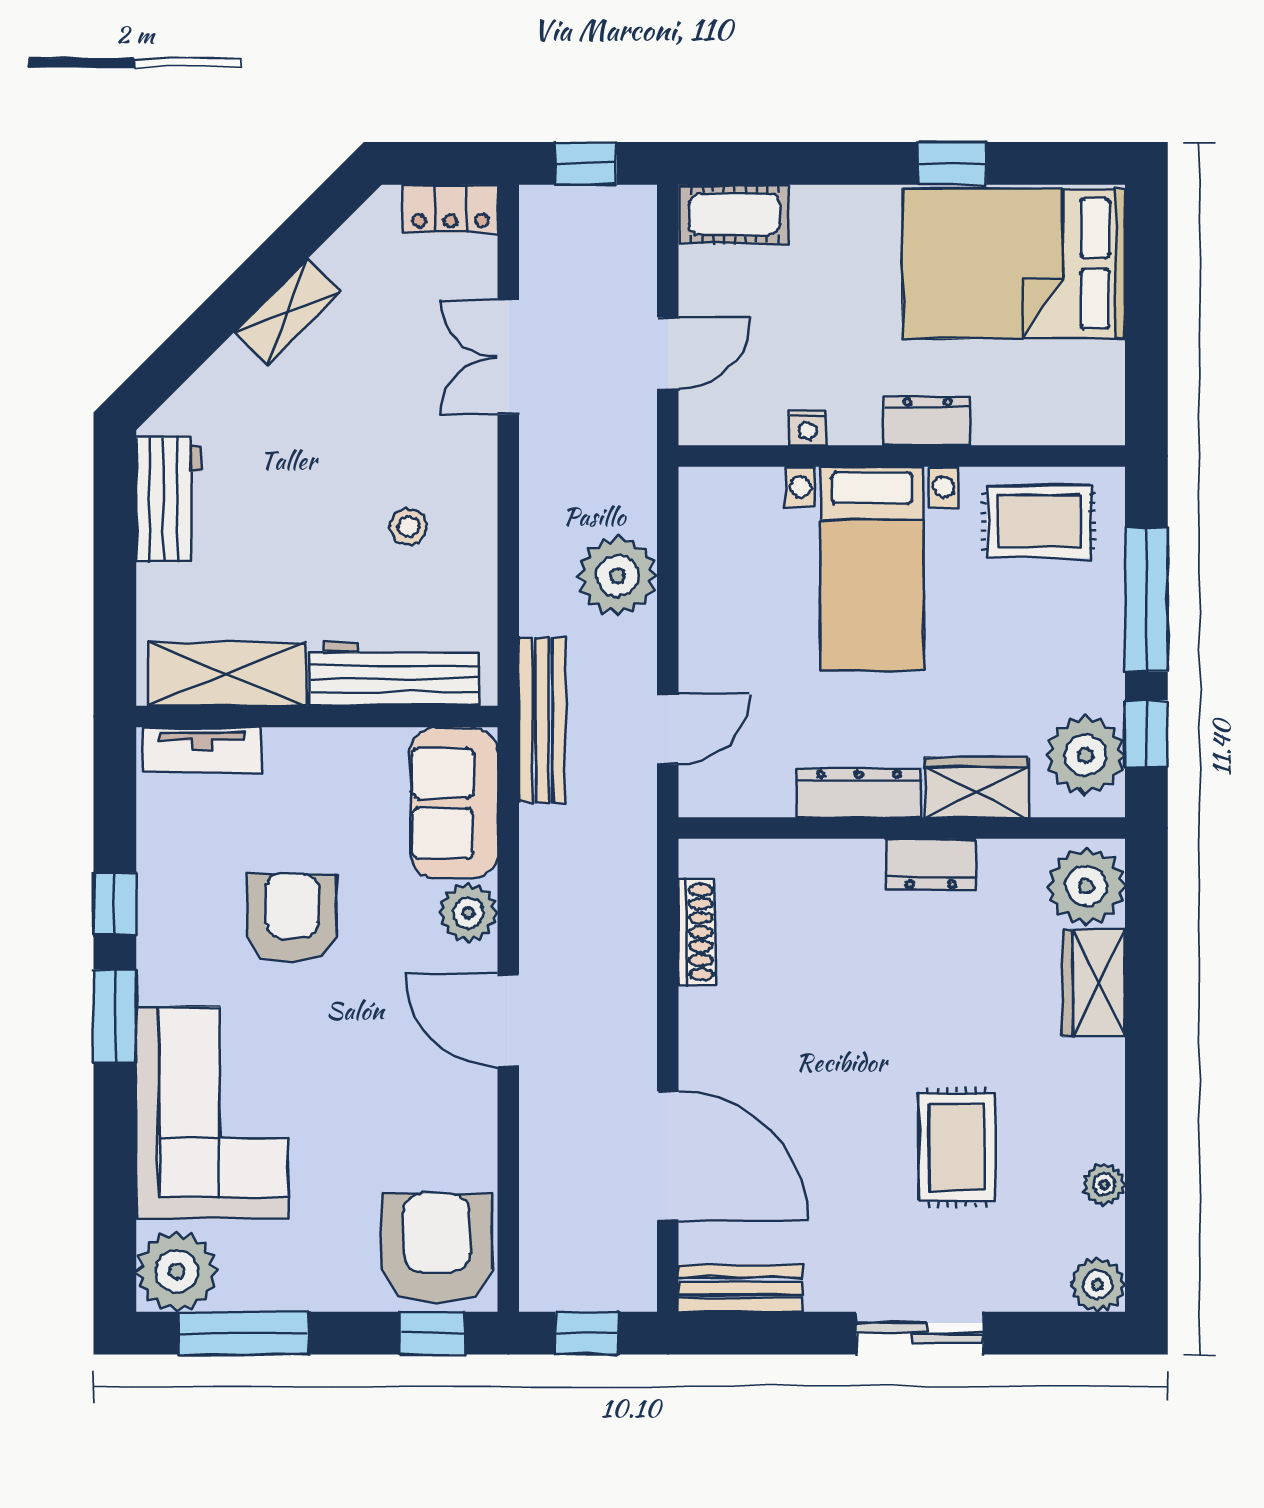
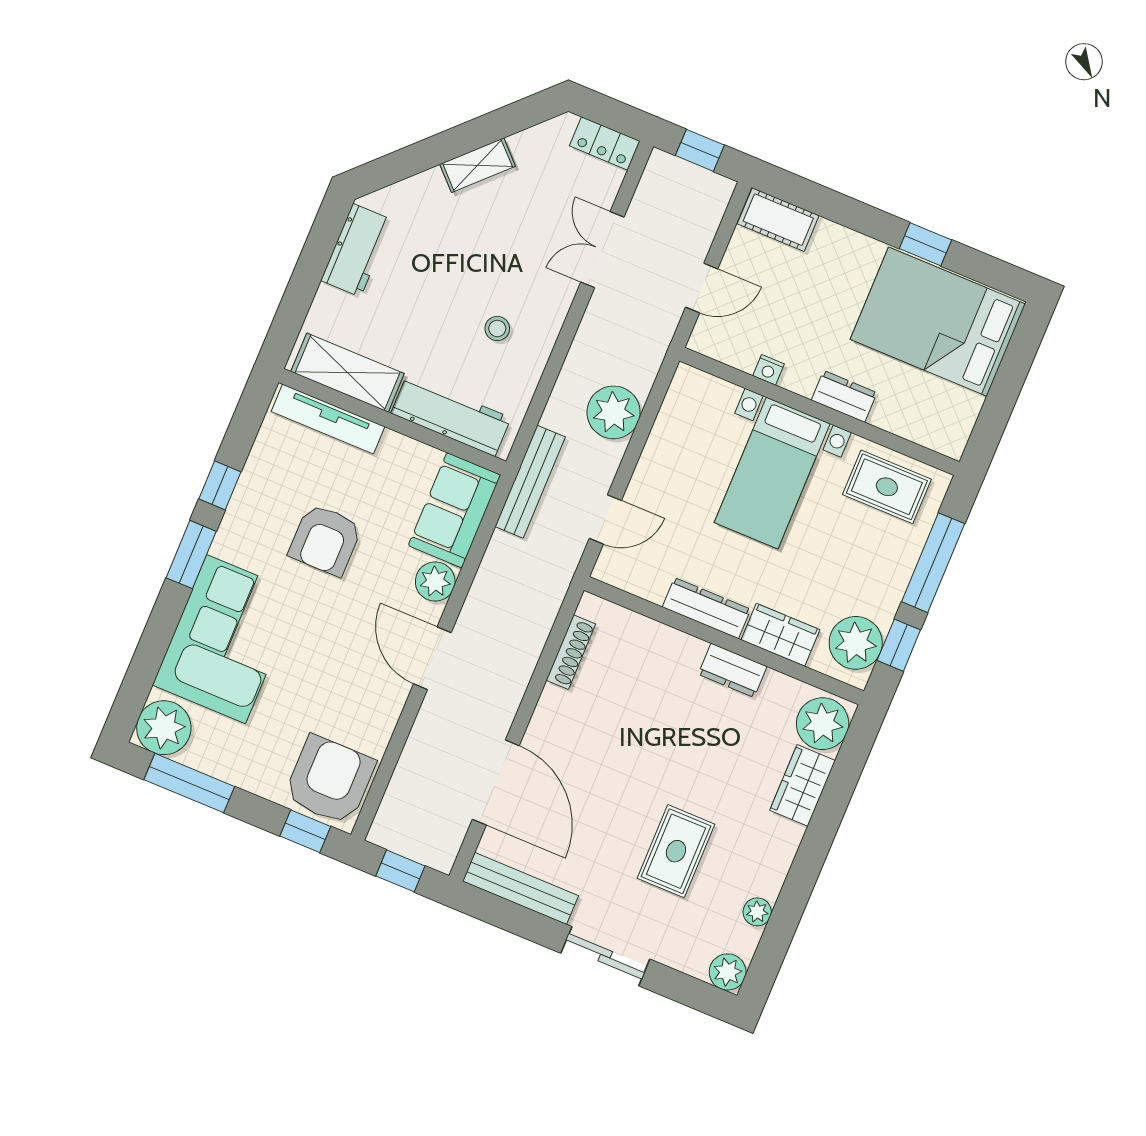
tv unit: (202, 750) -> (328, 419), width x1.41
armchair: (292, 918) -> (325, 540), turned 180
bench: (740, 1288) -> (520, 888), width x1.36

